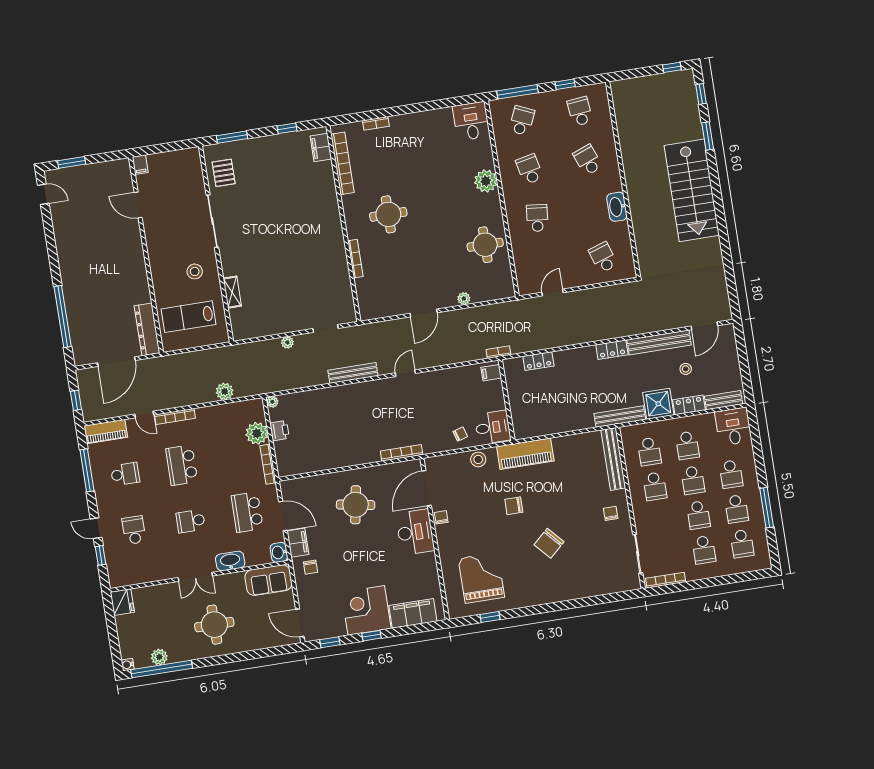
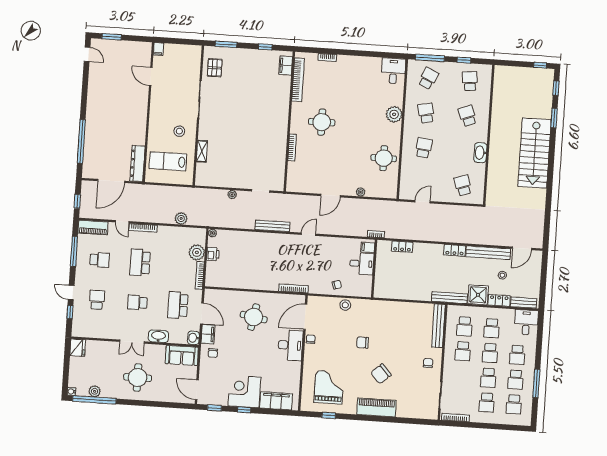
desk: (493, 427) -> (362, 264), moved
piano: (525, 454) -> (376, 407), moved, turned 180

